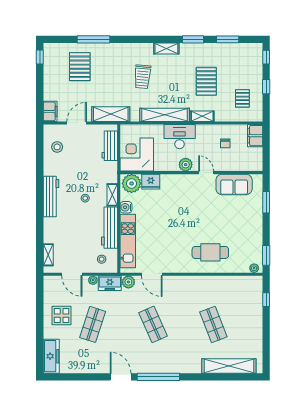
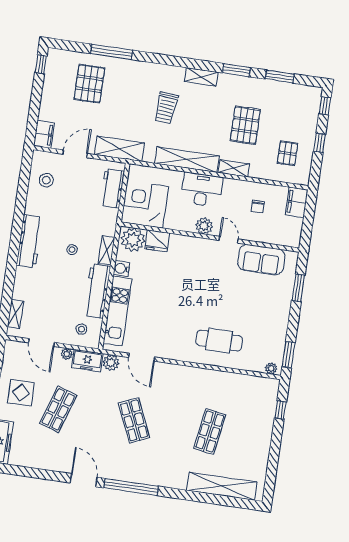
shop shelf: (213, 324) -> (210, 431), turned 30

